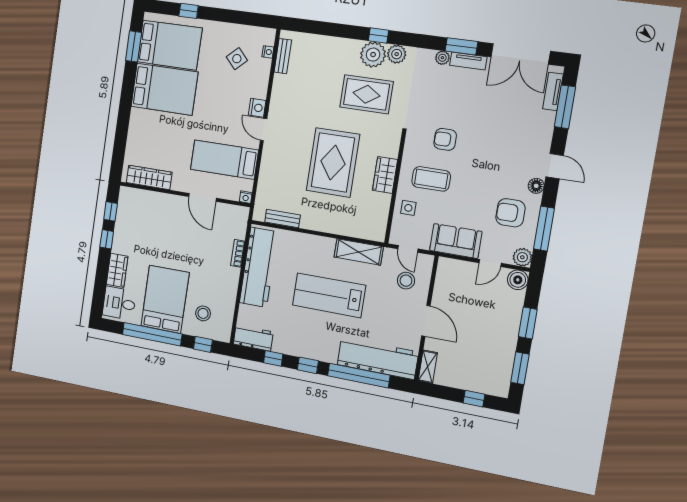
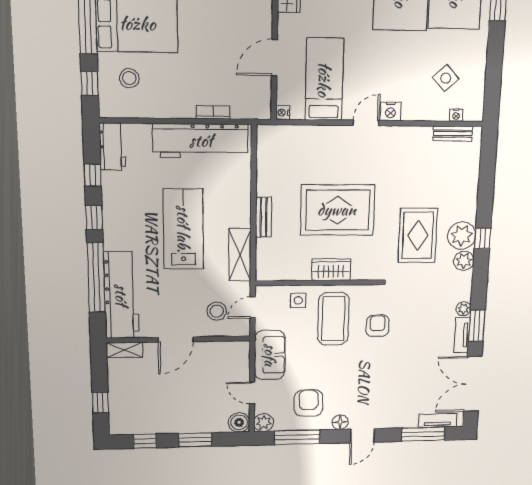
coffee table: (431, 179) -> (333, 319), width x1.36, depth x1.32
bench: (282, 219) -> (263, 217), moved
window: (520, 368) -> (145, 441), width x0.67

